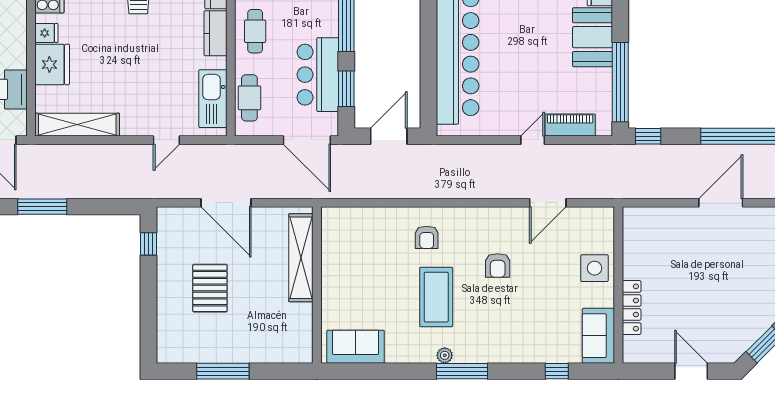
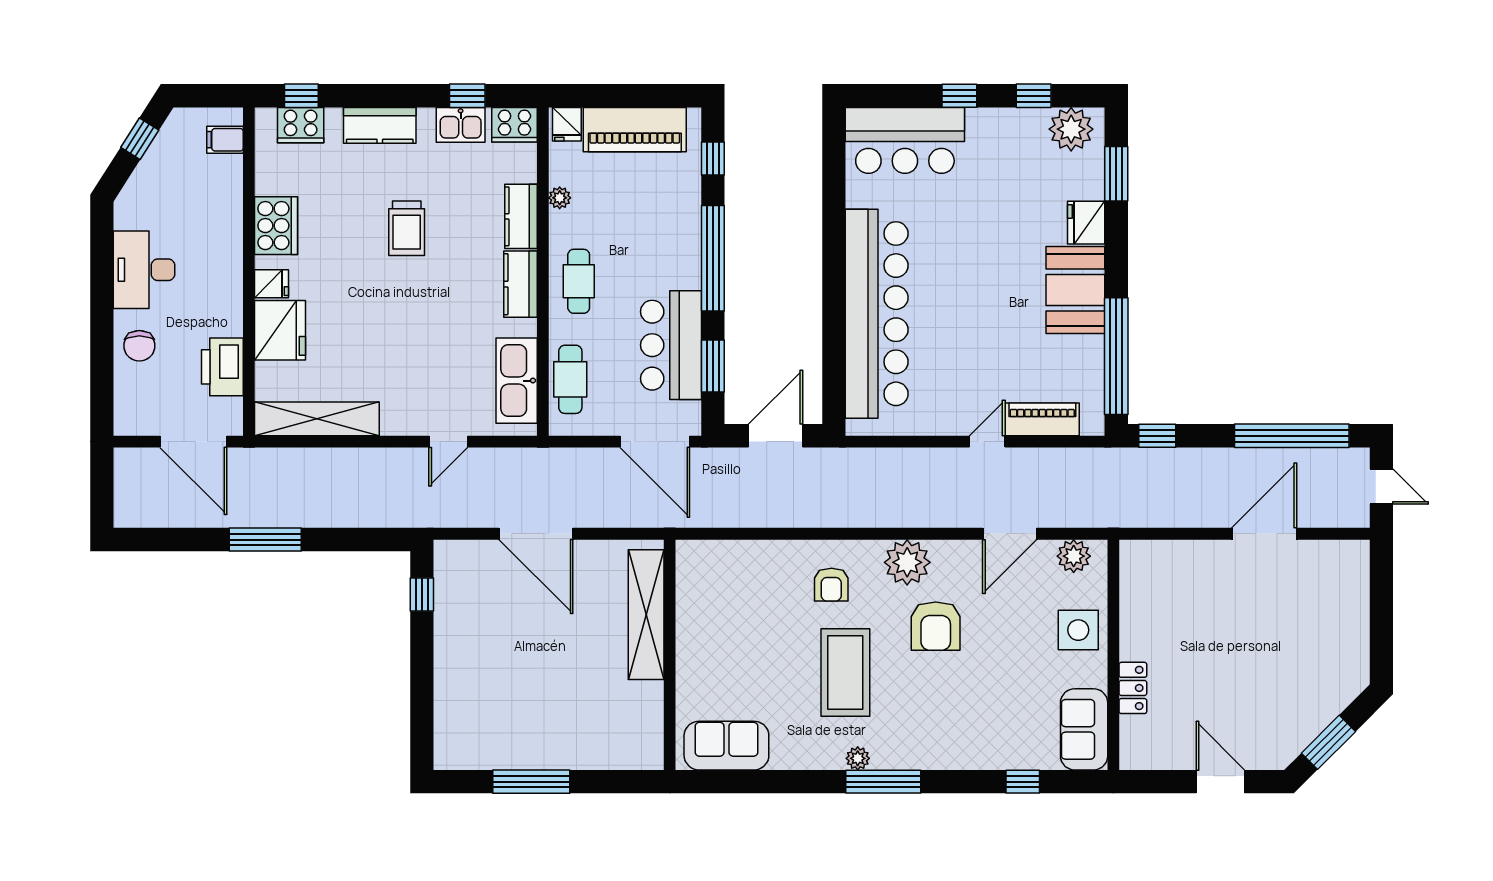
plant: (591, 218) -> (1074, 556), added
plant: (478, 222) -> (907, 562), added
armchair: (498, 265) -> (936, 626), width x1.38, depth x1.38
pallet: (210, 288) -> (512, 659), removed
locker: (632, 308) -> (1133, 688), width x0.66

